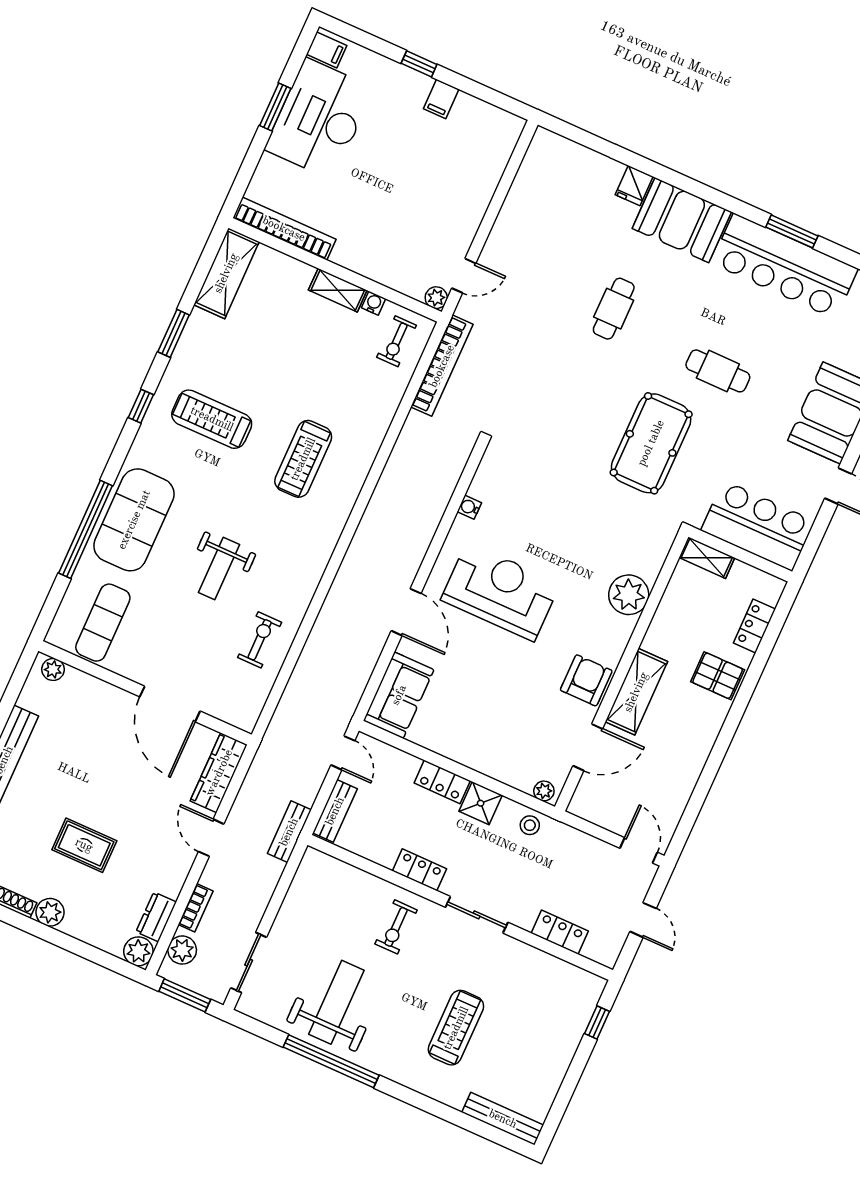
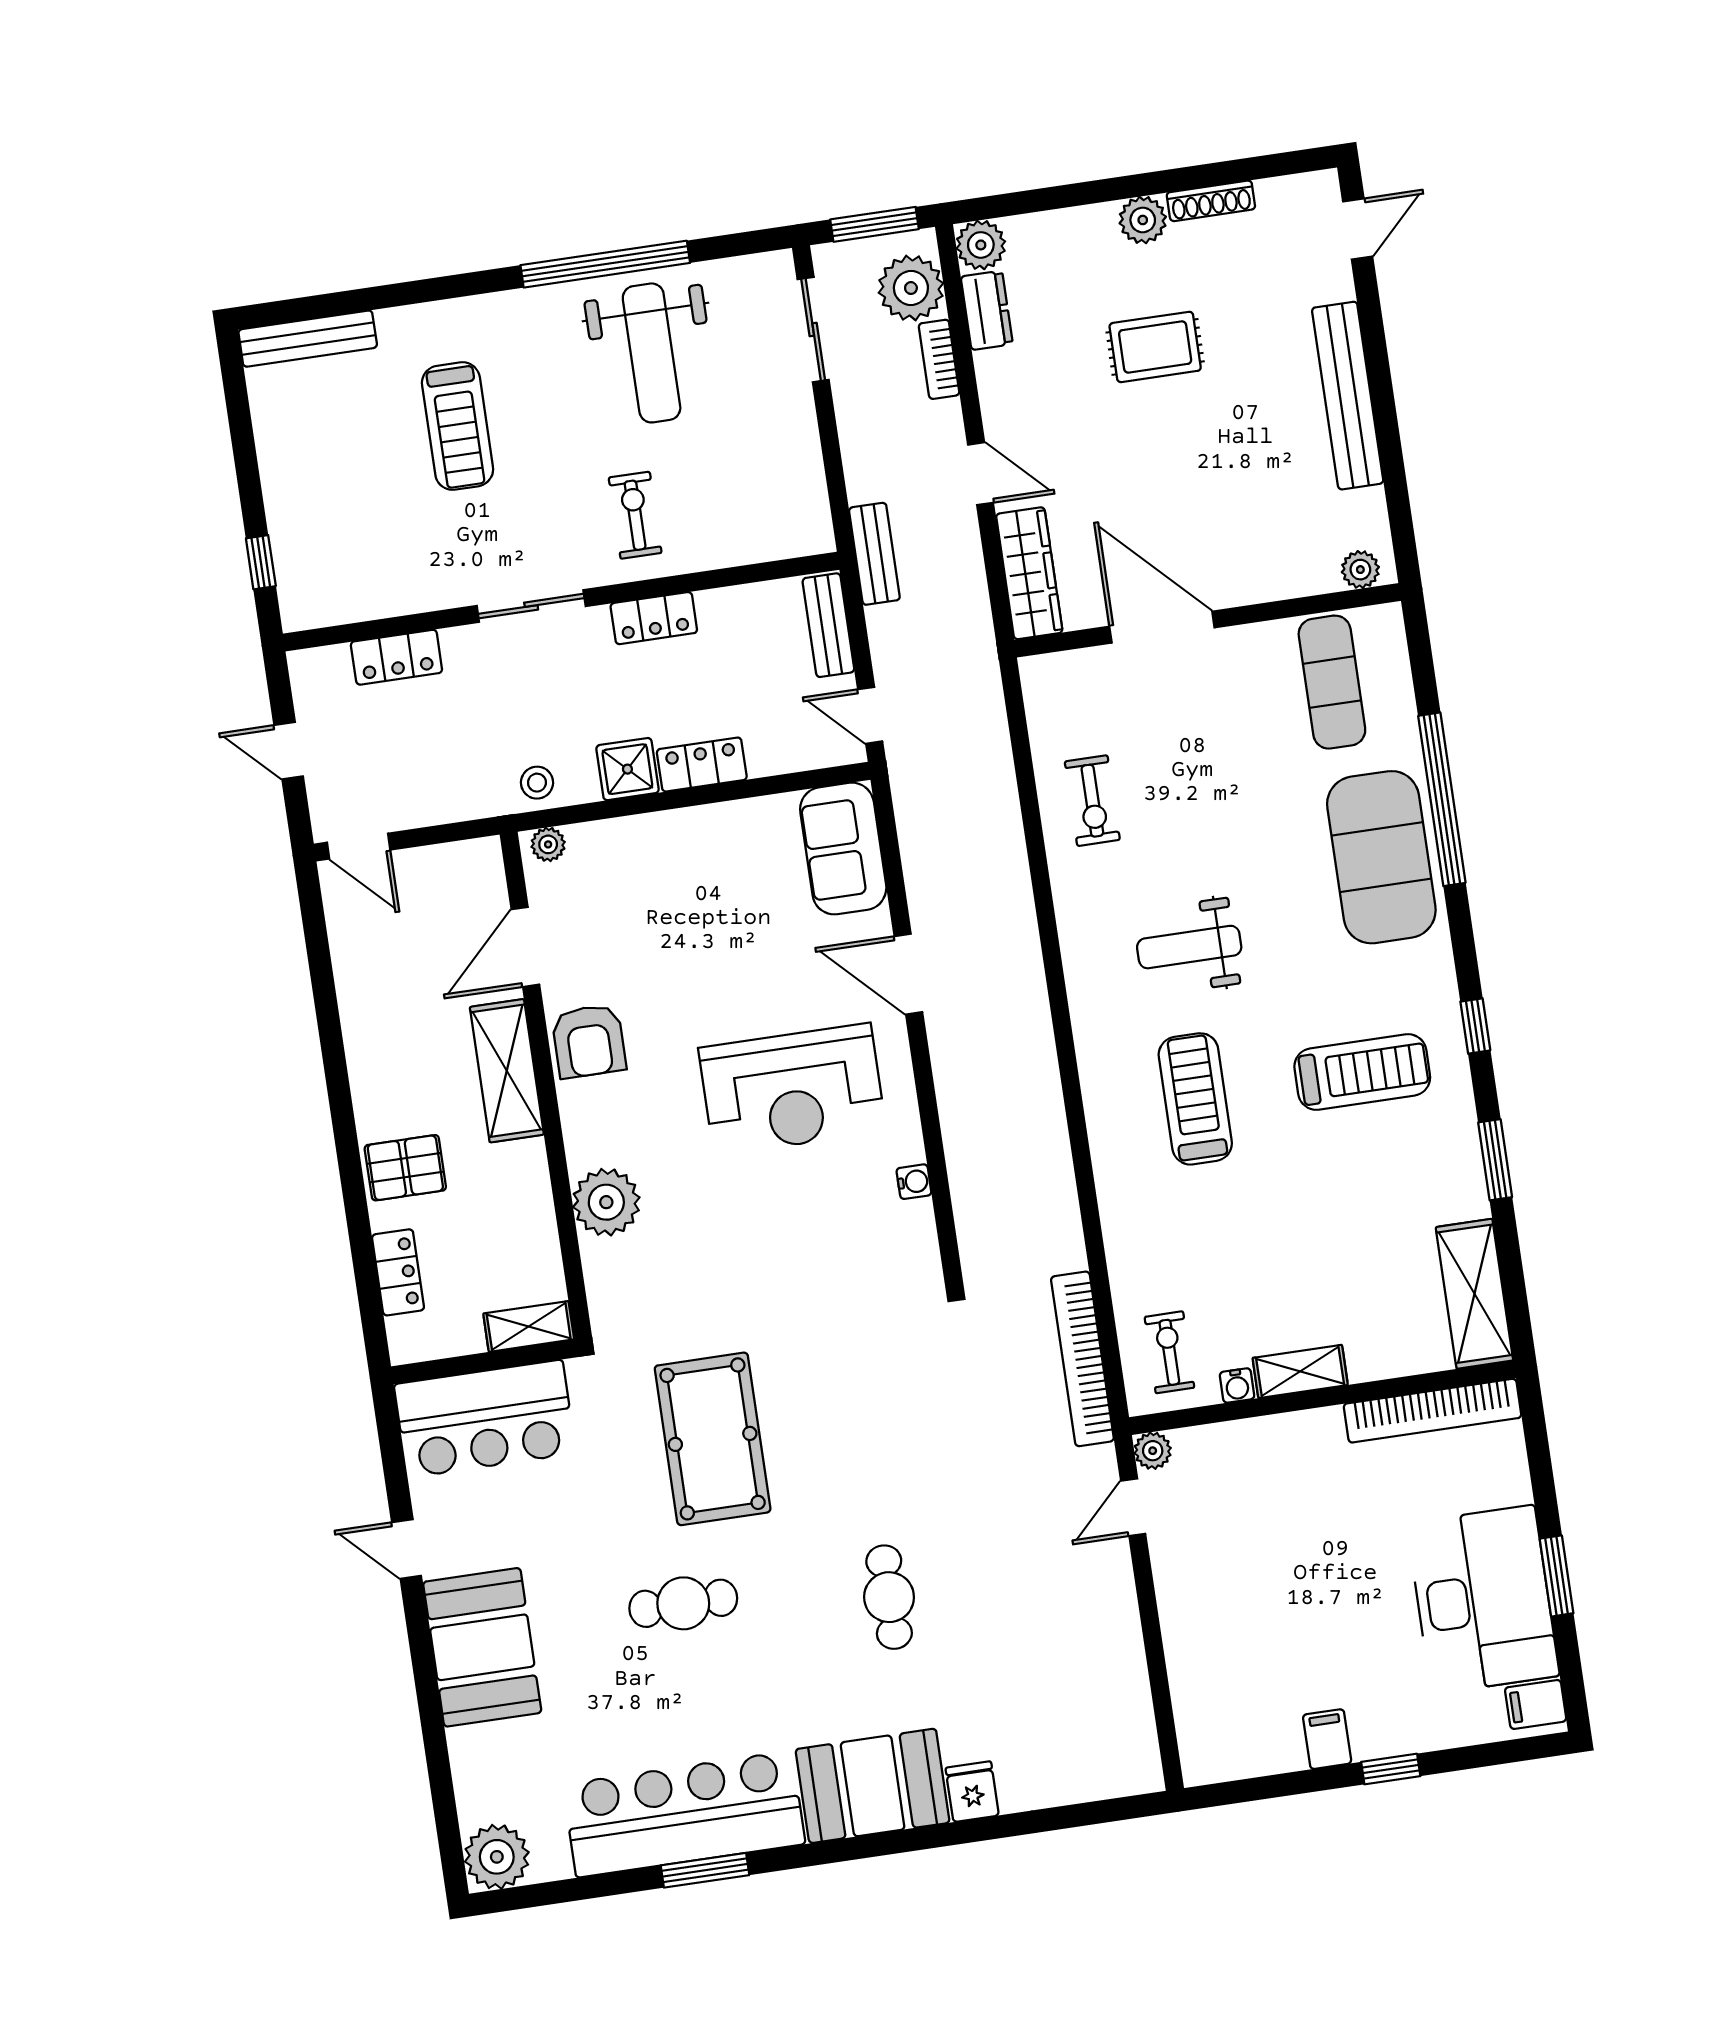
weight bench: (219, 568) -> (1189, 947), moved, turned -90
plant: (182, 950) -> (911, 288), width x1.36, depth x1.36

